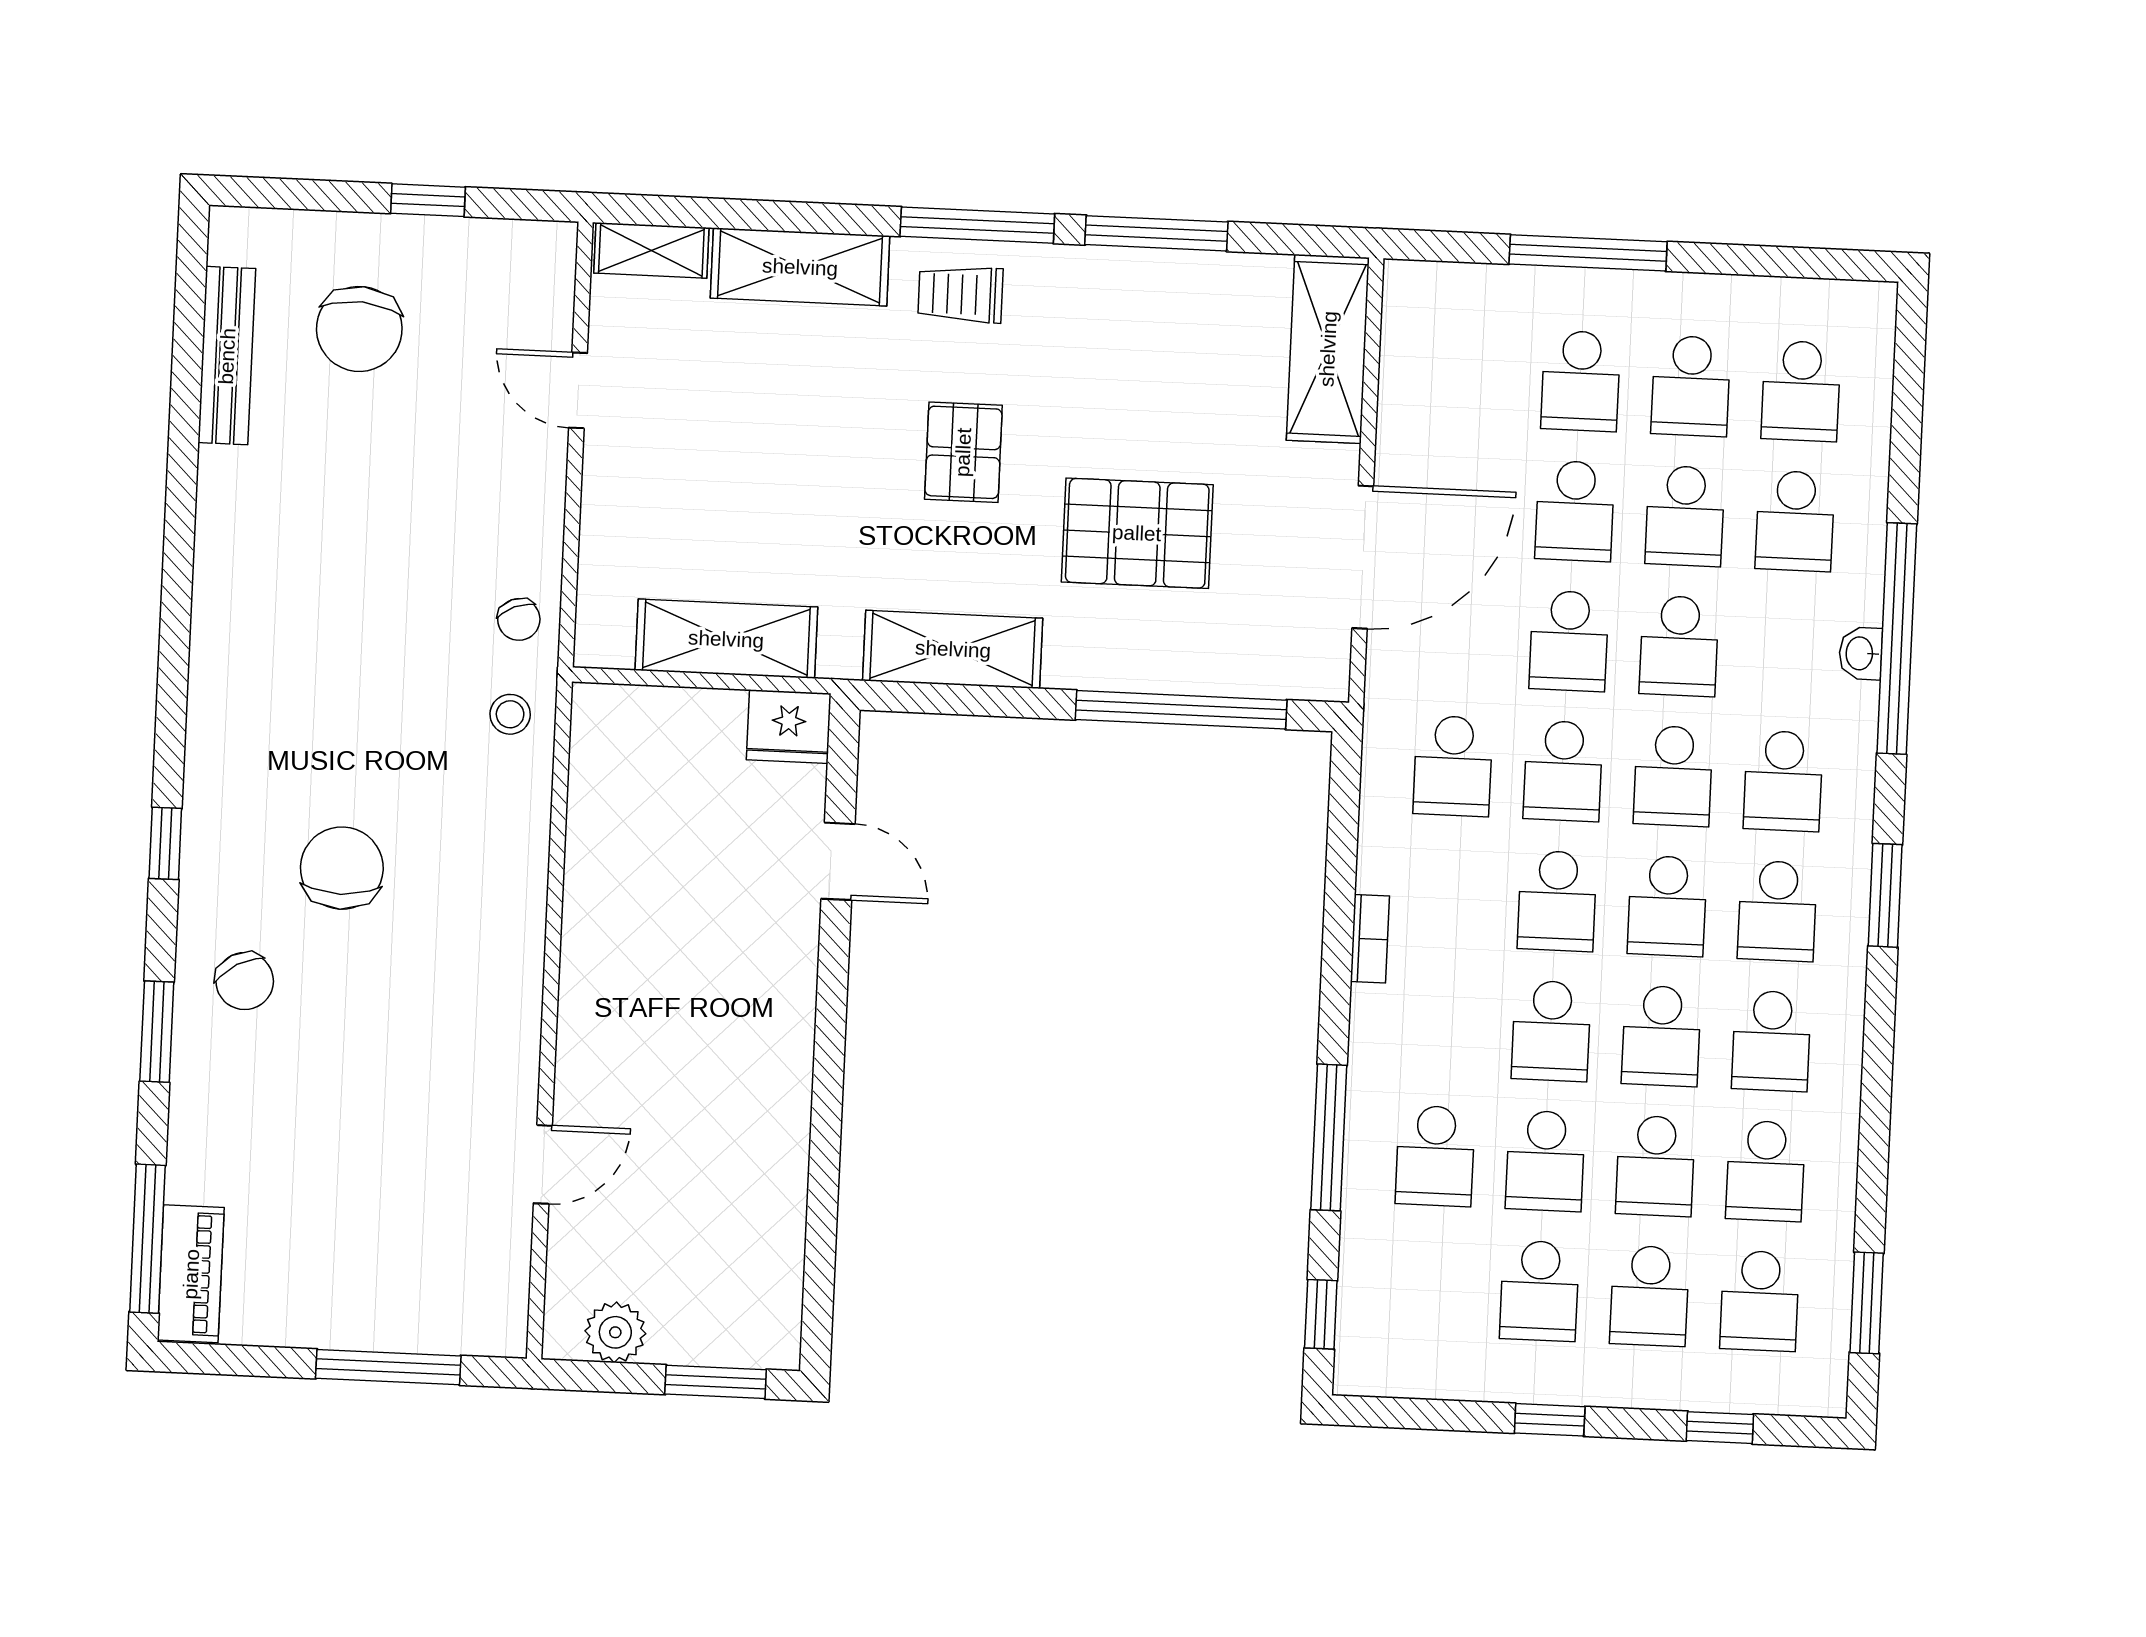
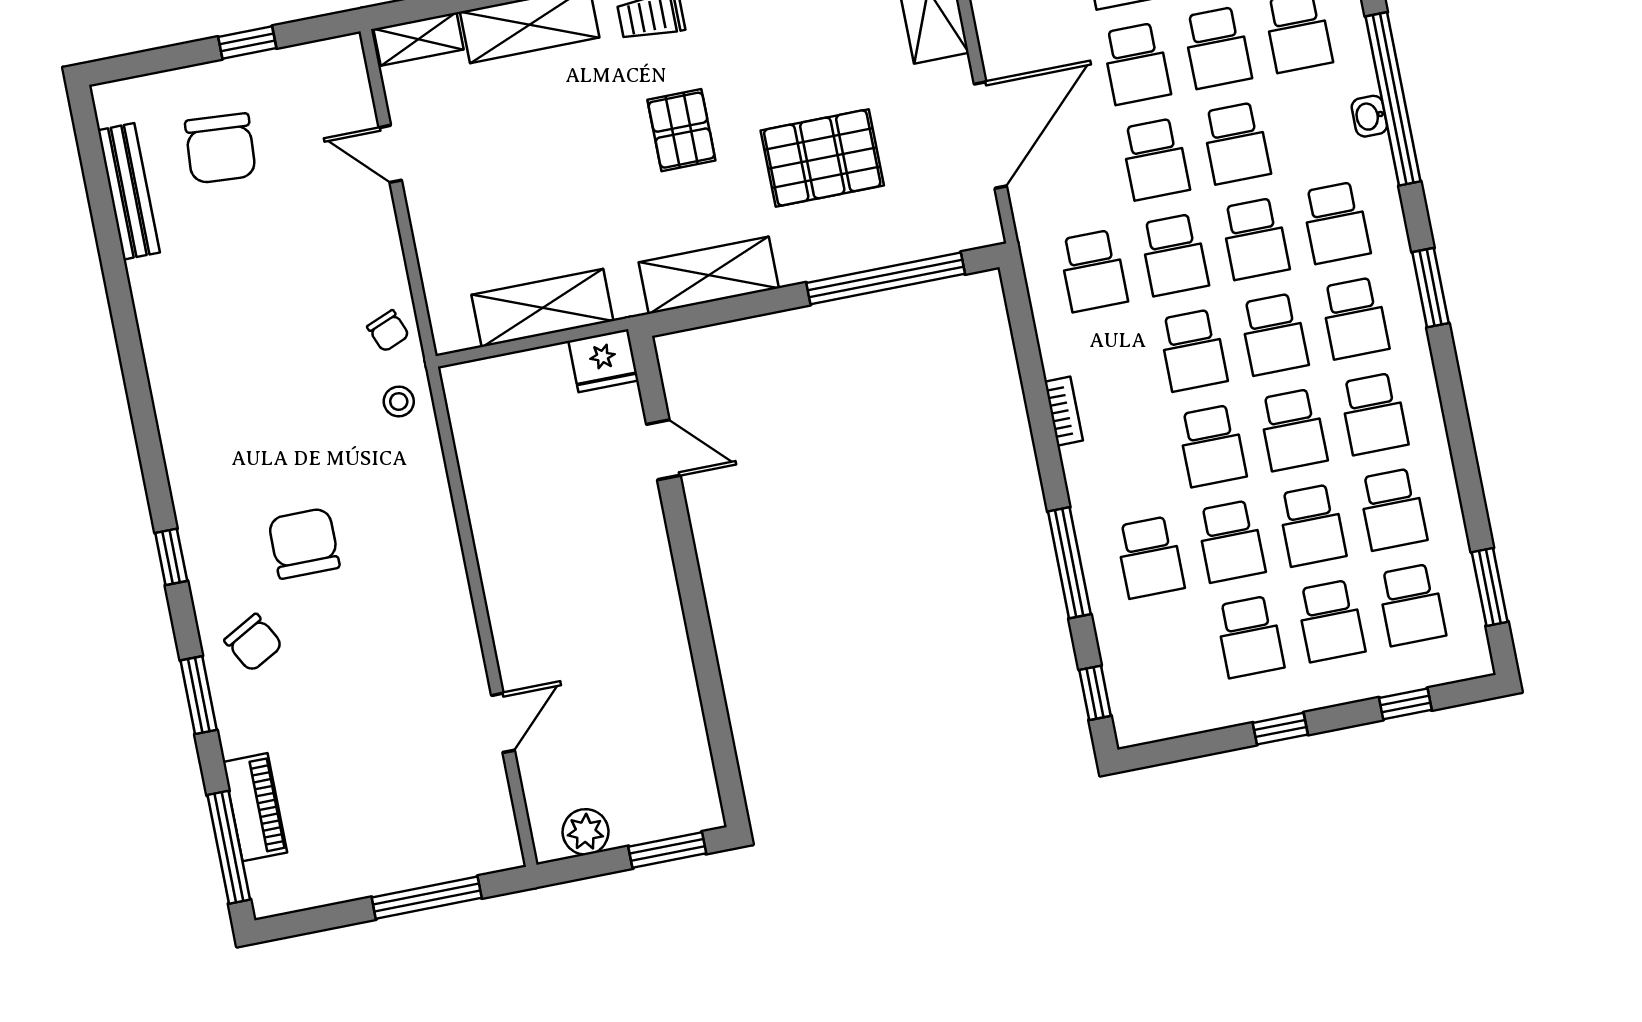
piano: (191, 1274) -> (255, 807), moved

